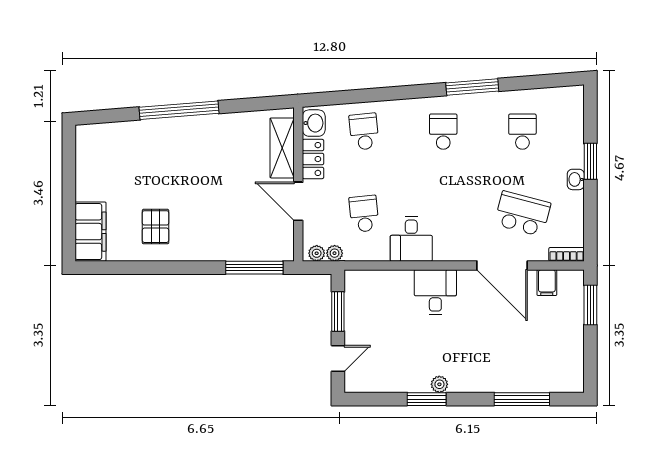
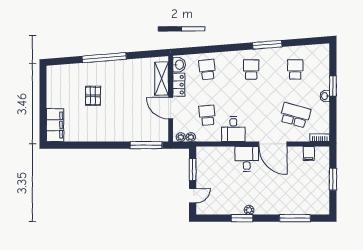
pallet: (156, 227) -> (93, 96), moved
door: (502, 266) -> (273, 144), moved
window: (590, 305) -> (333, 179), moved

